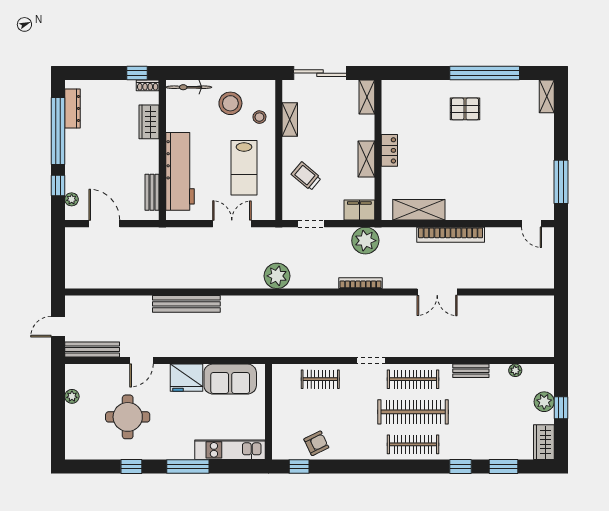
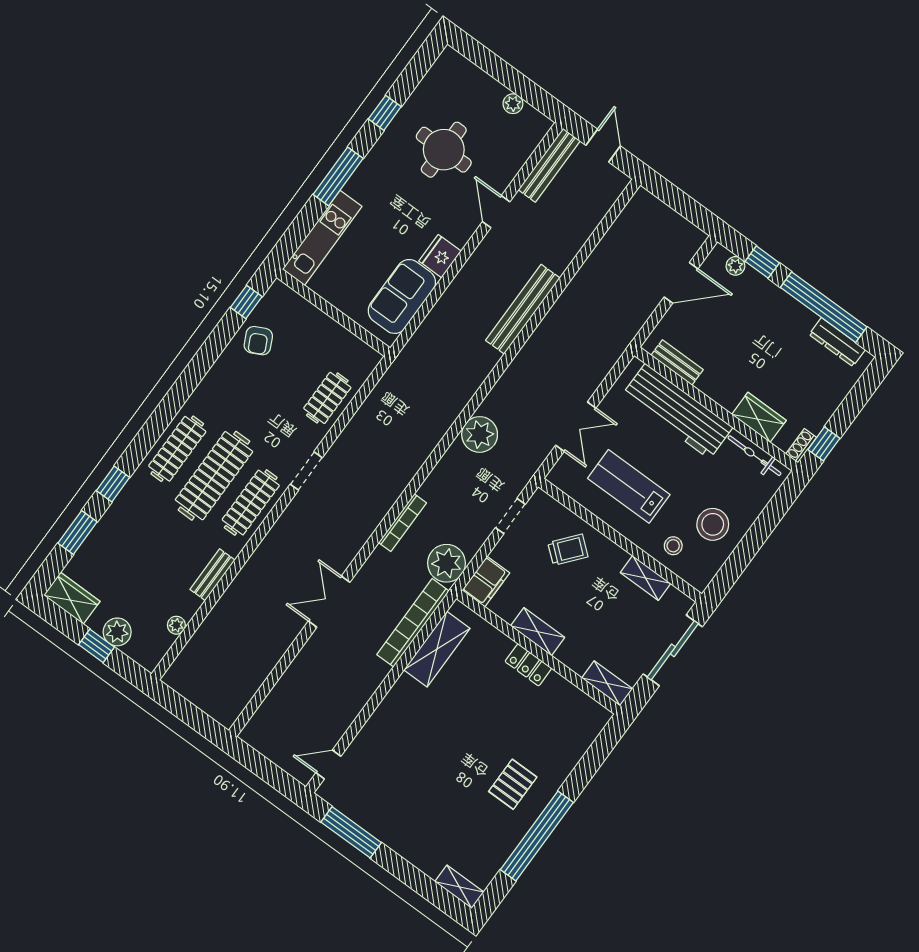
bicycle: (189, 87) -> (754, 456), moved, turned -90
bookcase: (451, 235) -> (413, 623), moved
fridge: (186, 378) -> (440, 256), width x0.73, depth x0.75

